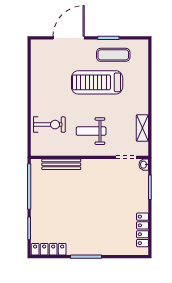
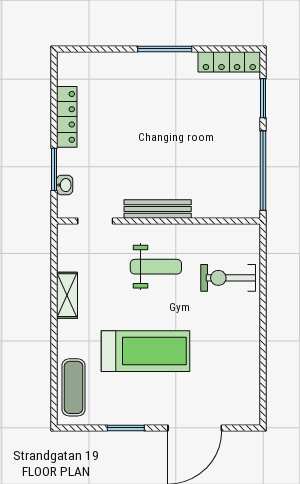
exercise mat: (113, 55) -> (74, 387), moved, turned 90
shelving: (142, 128) -> (67, 295), moved
bench: (61, 164) -> (158, 209), moved
washbasin: (144, 165) -> (65, 185), moved
locker: (143, 230) -> (67, 117), moved

